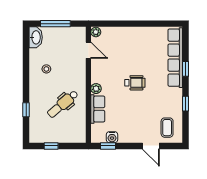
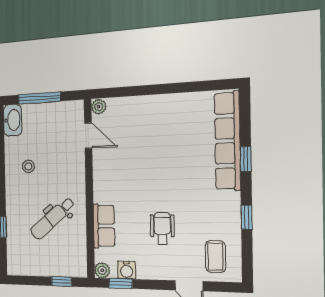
wheelchair: (135, 83) -> (162, 228), moved, turned -90
plant: (96, 89) -> (102, 270), moved
window: (51, 146) -> (62, 282), moved

